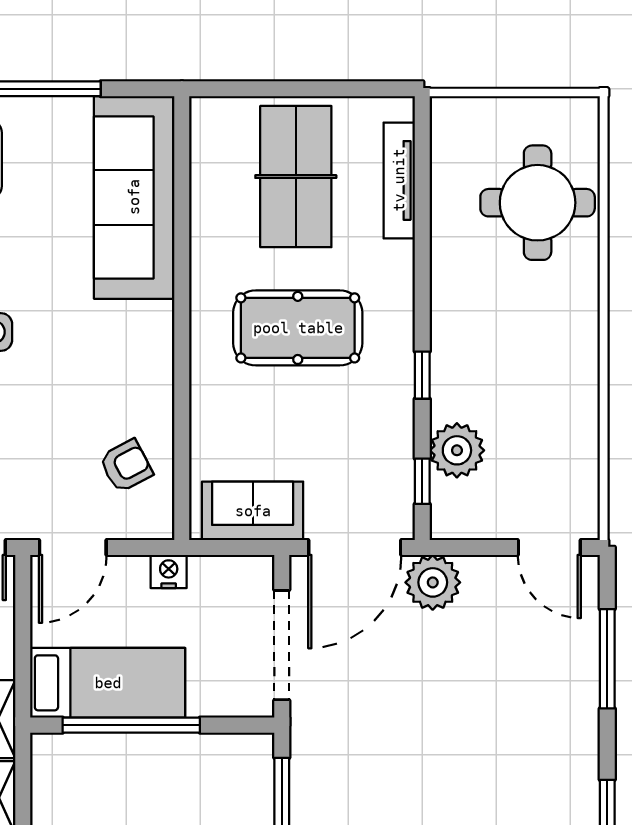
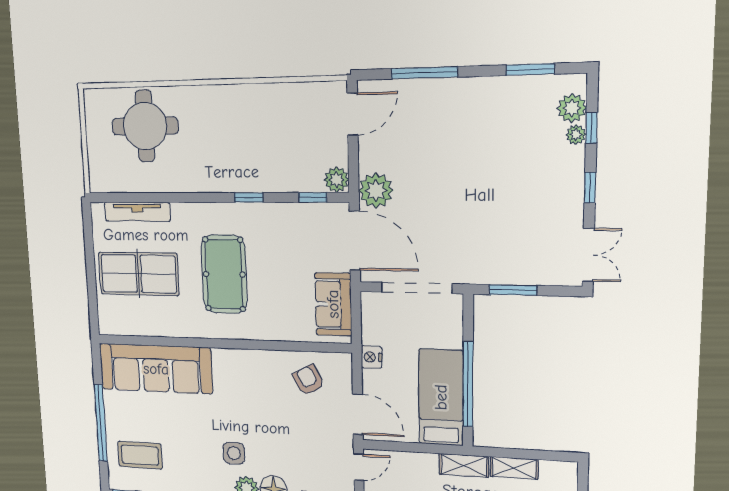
plant: (457, 450) -> (337, 180), moved, width x0.73, depth x0.73

